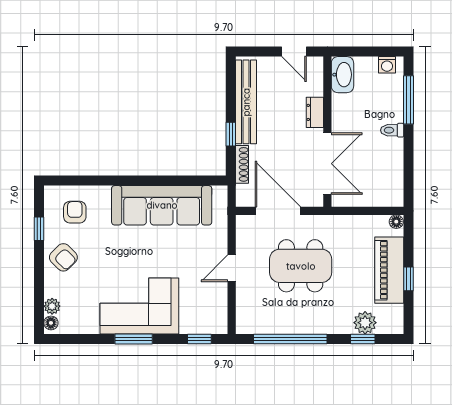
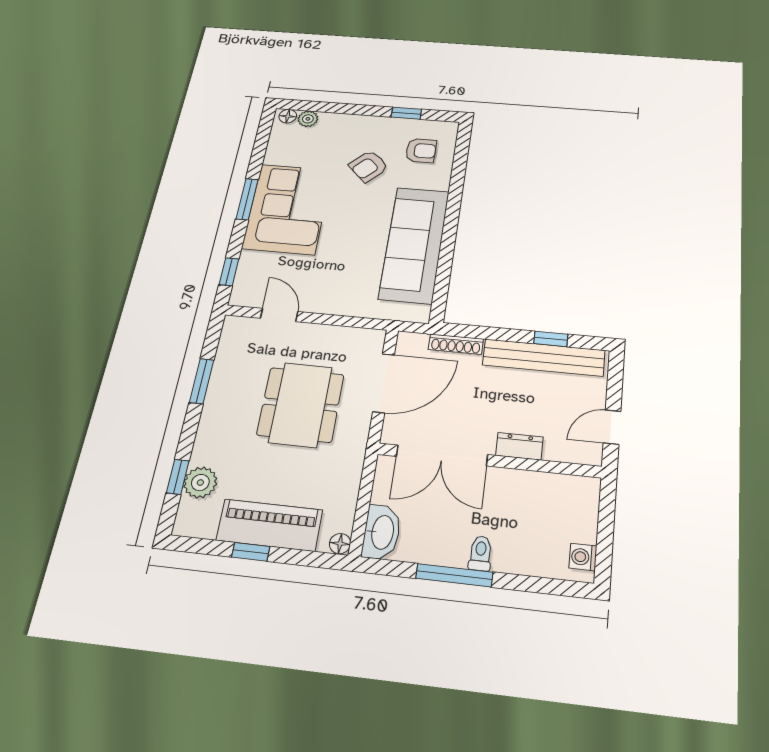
washbasin: (342, 75) -> (382, 532), moved, turned -90
window: (409, 100) -> (454, 575), moved
window: (231, 134) -> (551, 339), moved
armchair: (63, 257) -> (369, 166), moved
door: (232, 268) -> (279, 315), moved
window: (290, 339) -> (202, 381), width x0.47

